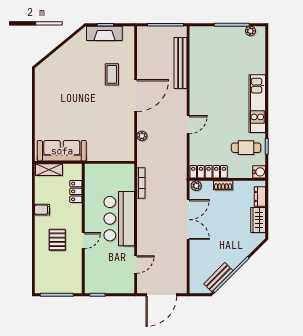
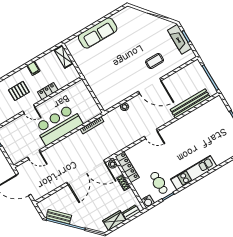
sofa: (62, 151) -> (98, 33), moved, turned 90
locker: (76, 191) -> (48, 91), moved
double door: (188, 220) -> (86, 172), width x1.36

